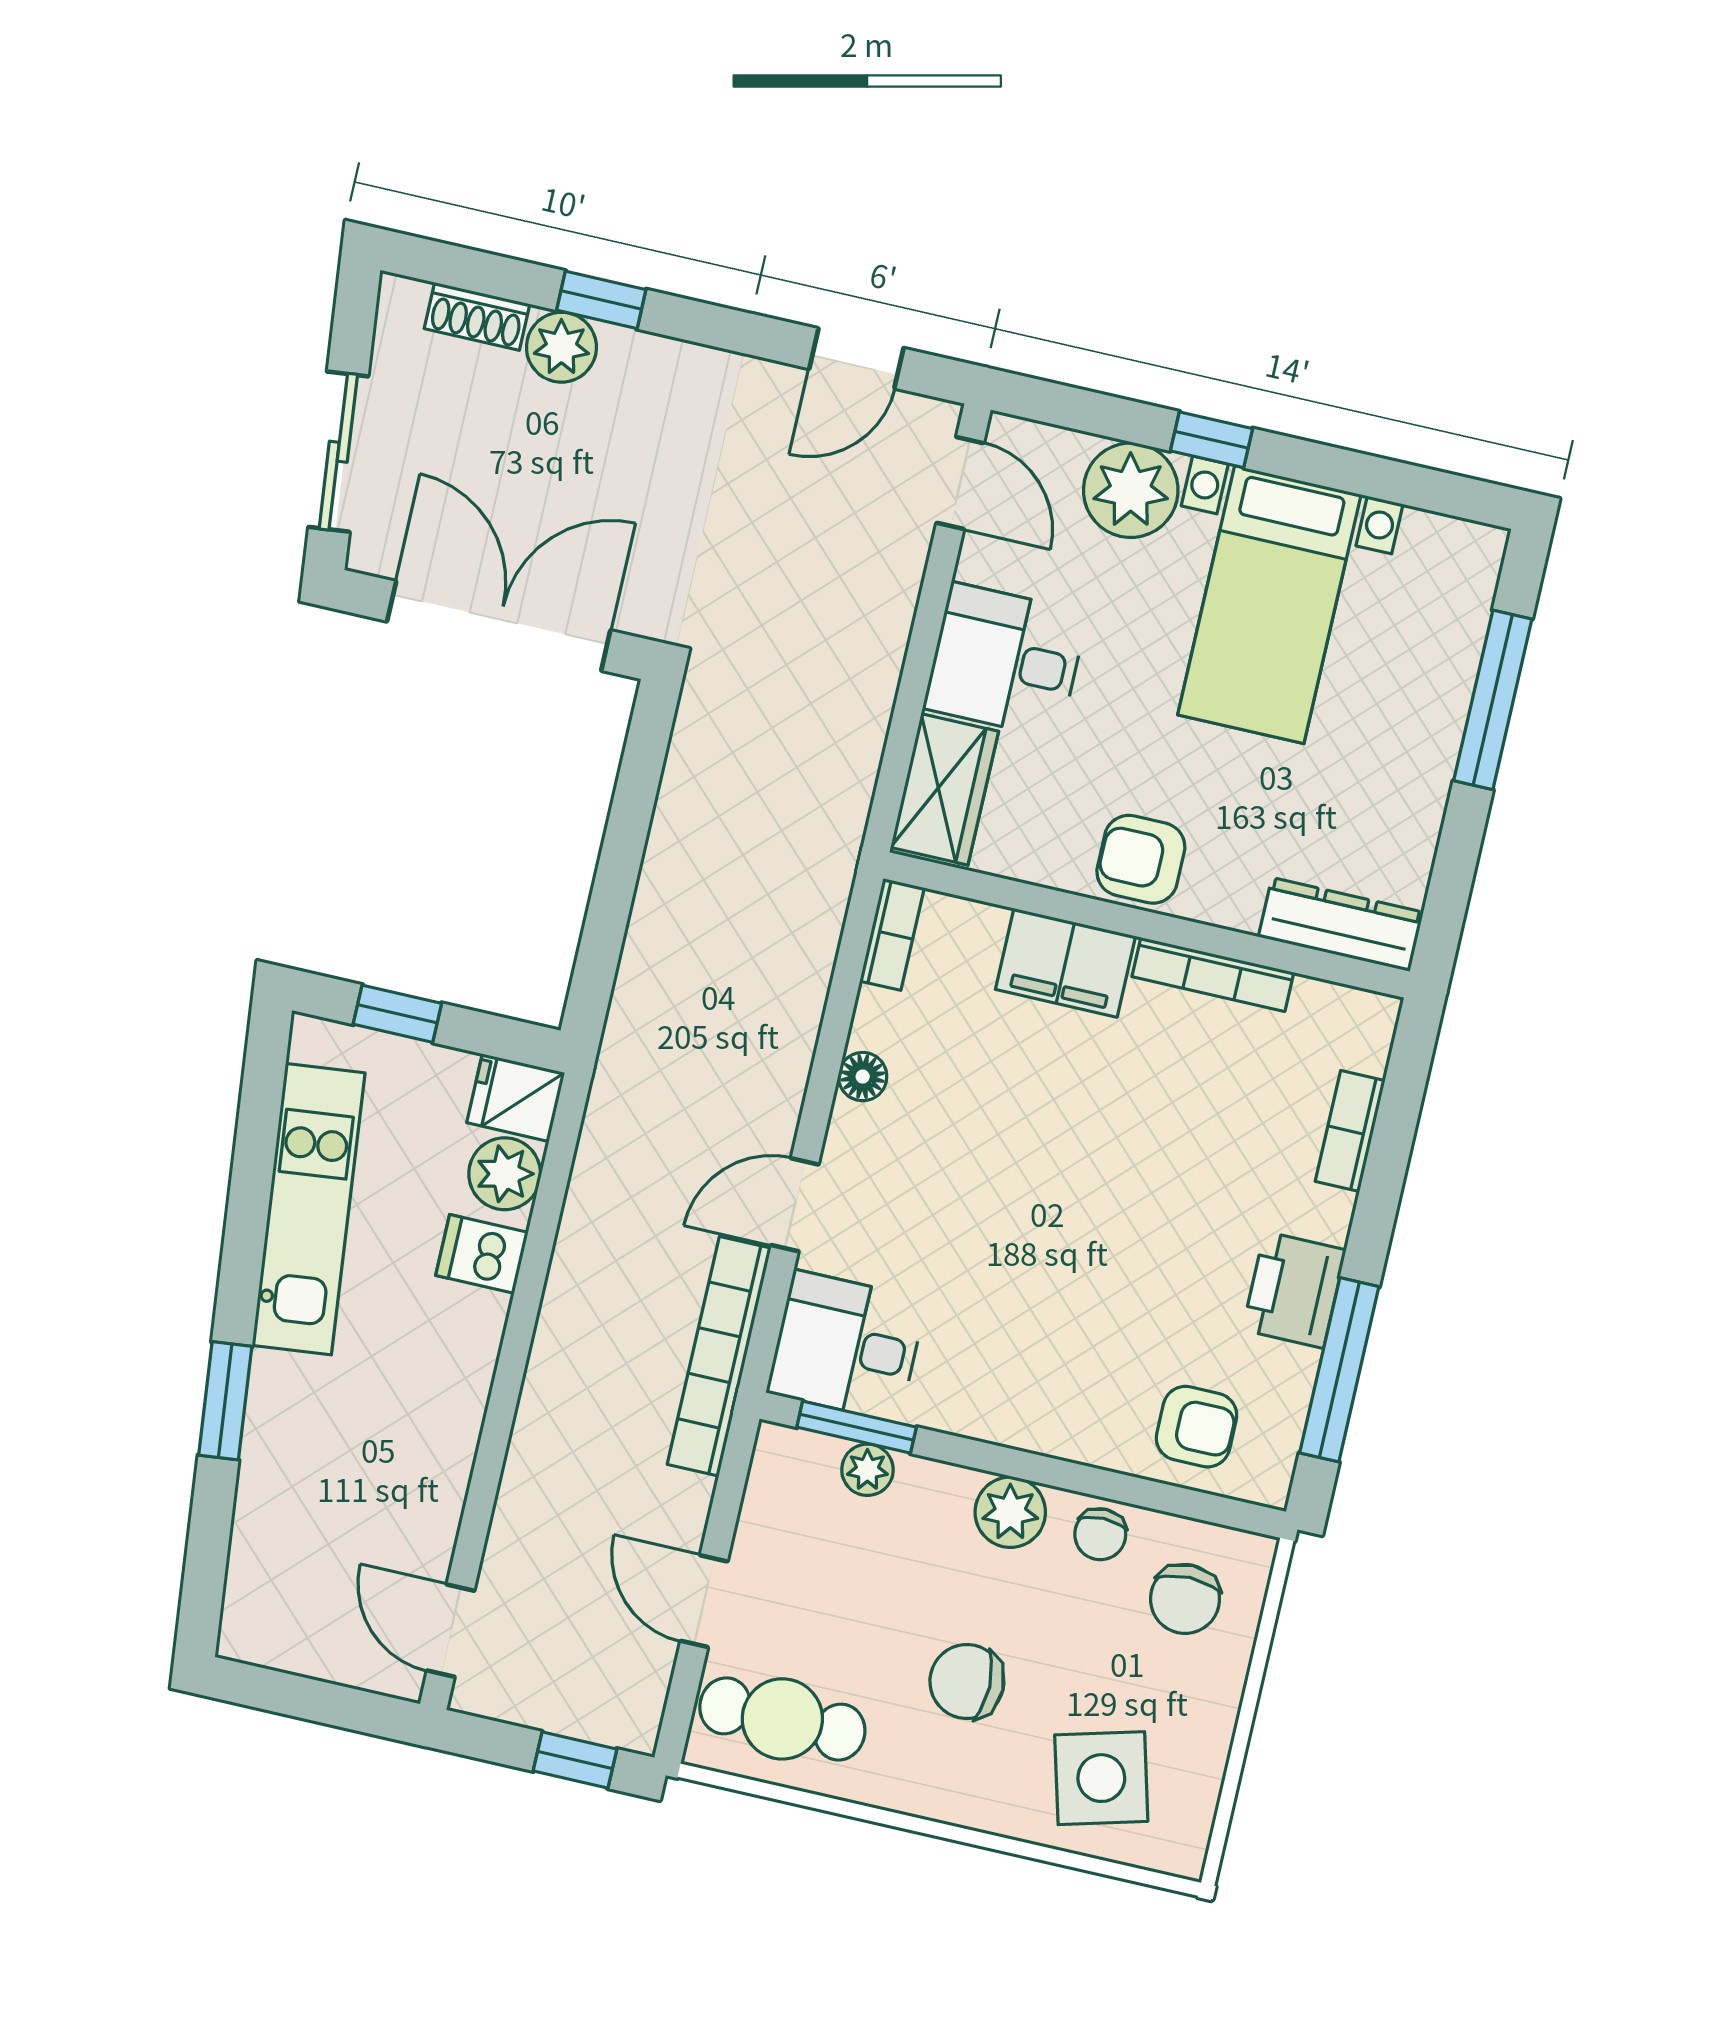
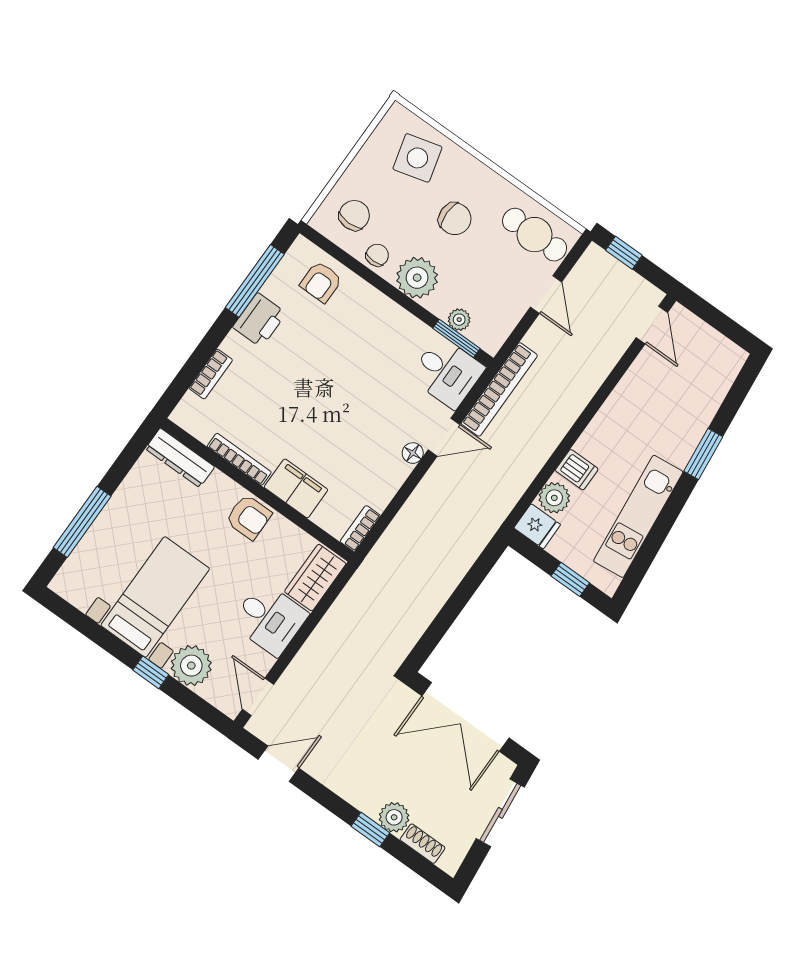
floor lamp: (863, 1077) -> (413, 453), moved
armchair: (1197, 1427) -> (321, 282), turned -90
plant: (1010, 1512) -> (417, 278), width x1.36, depth x1.36

